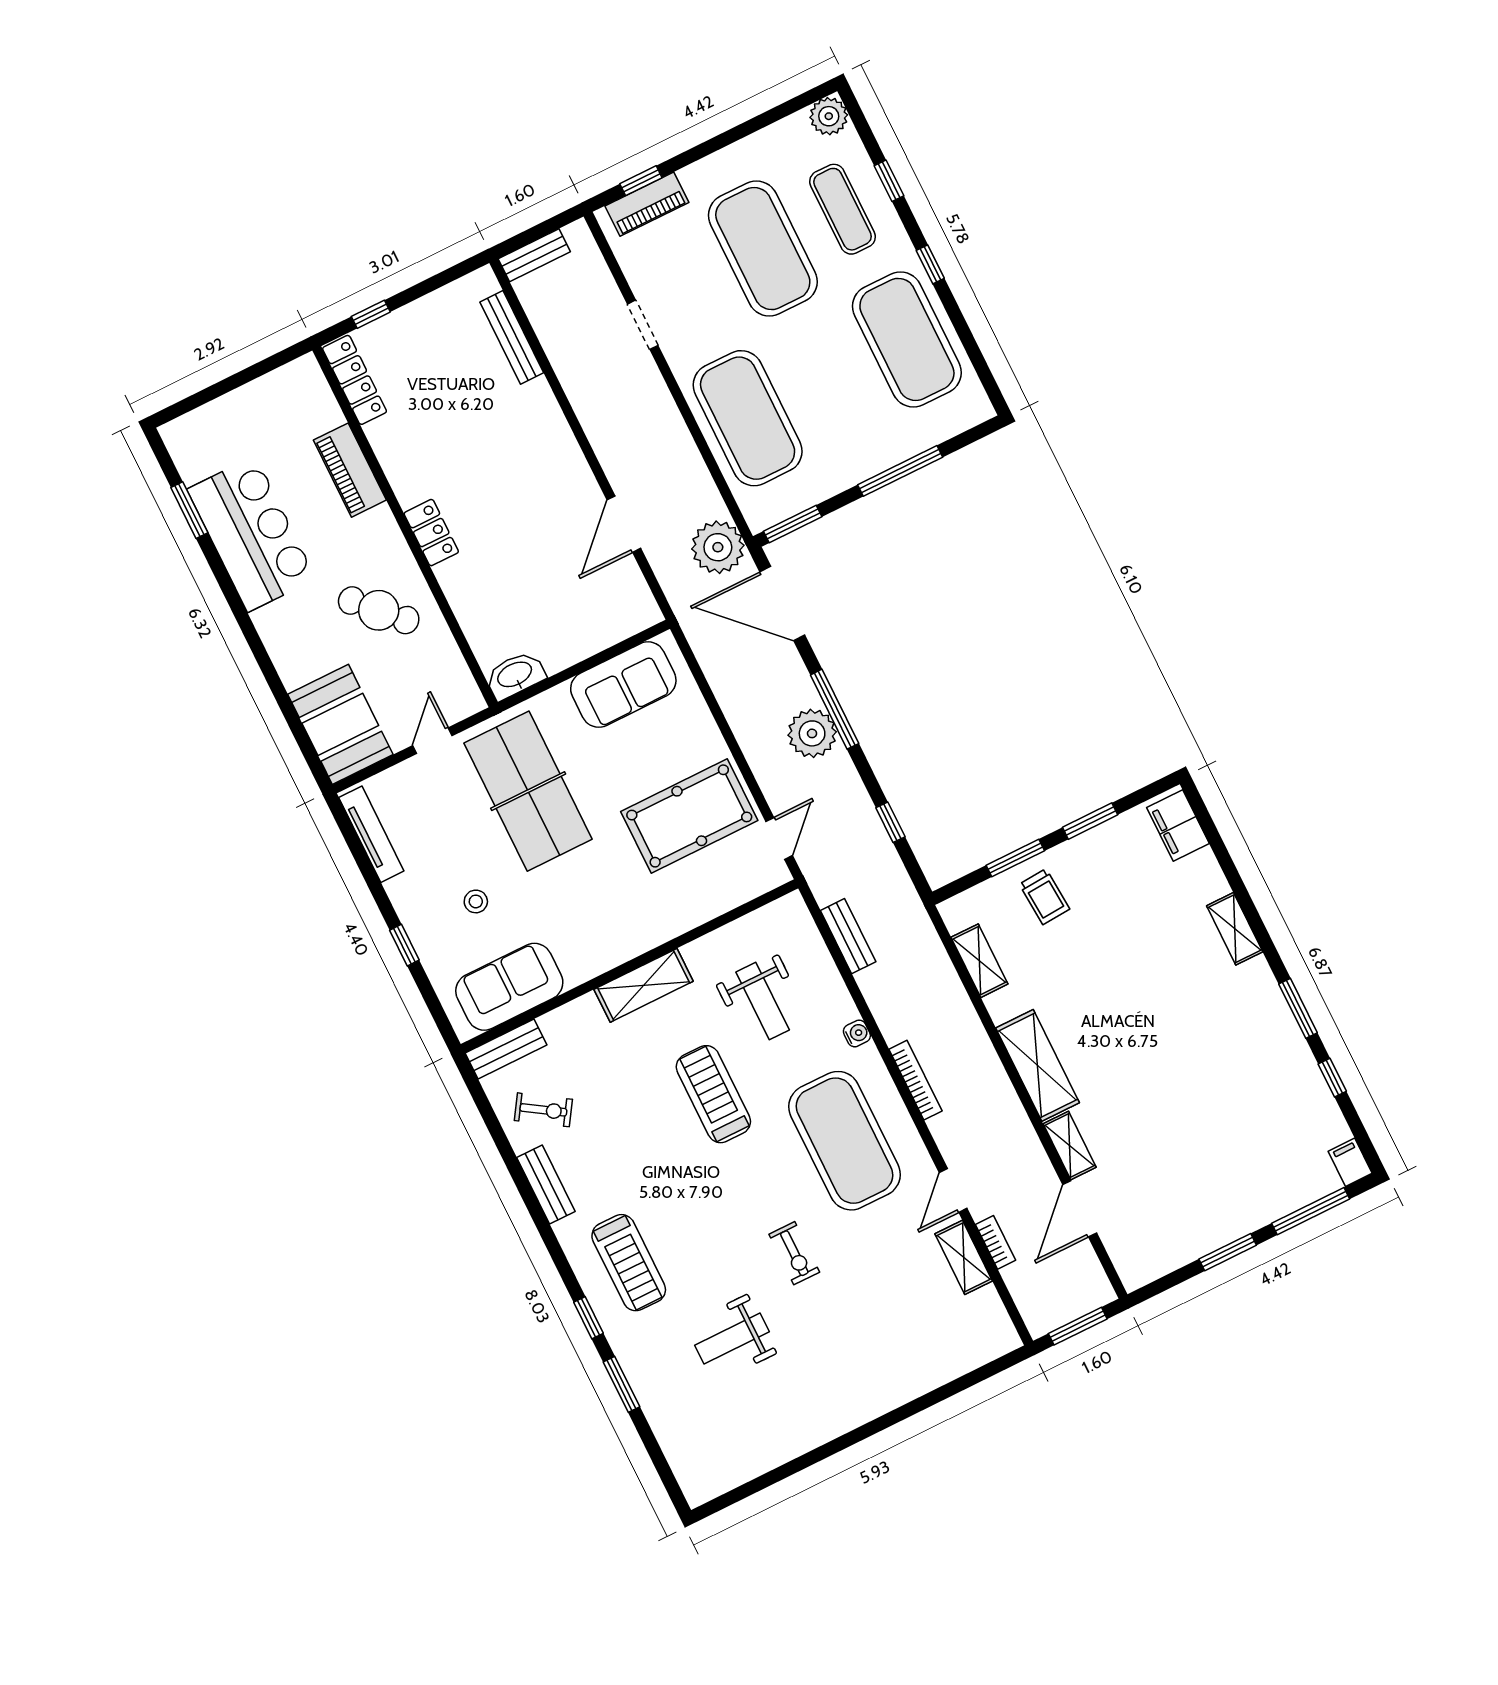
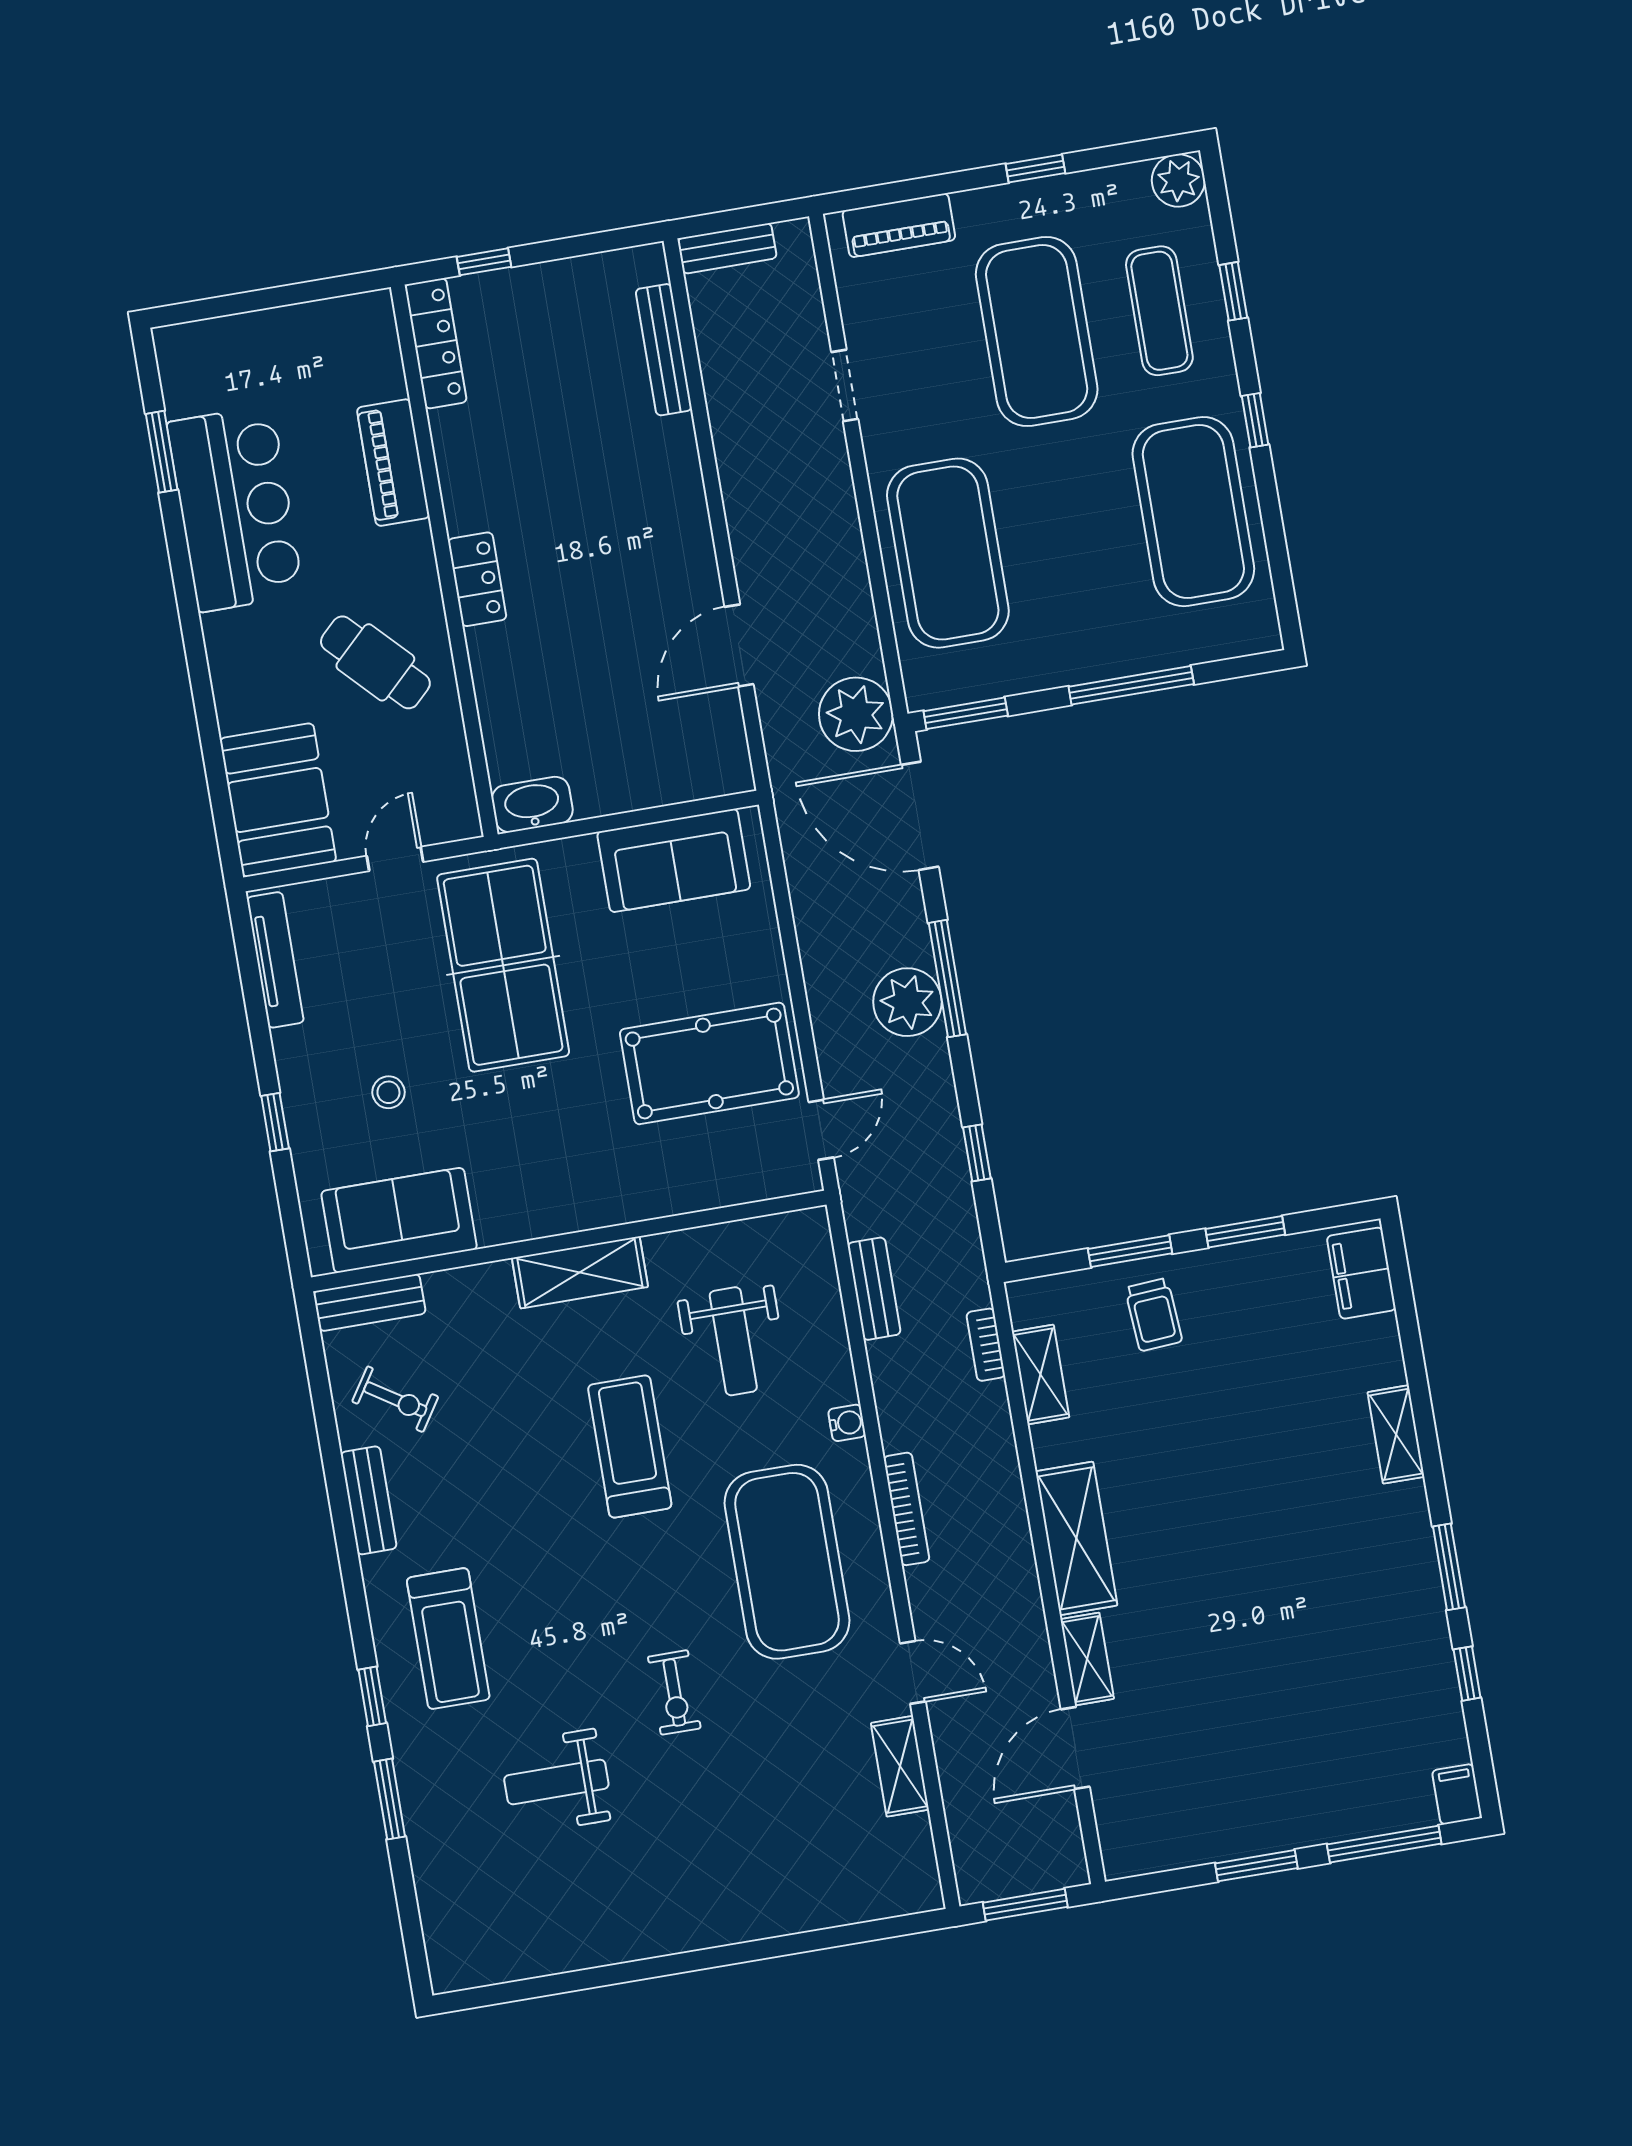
window: (641, 181) -> (1035, 169), moved
door: (953, 1191) -> (913, 1672), swing flipped
bookcase: (996, 1242) -> (986, 1345), moved, turned 180

